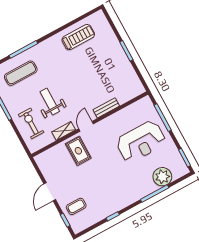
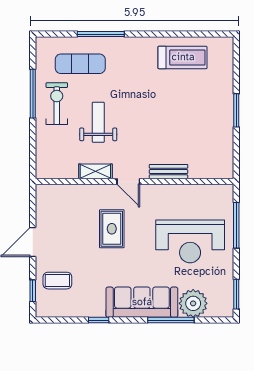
exercise bike: (31, 123) -> (57, 104), moved
door: (86, 126) -> (128, 181), swing flipped
rug: (78, 151) -> (112, 229), moved
sofa: (132, 192) -> (142, 302), added

